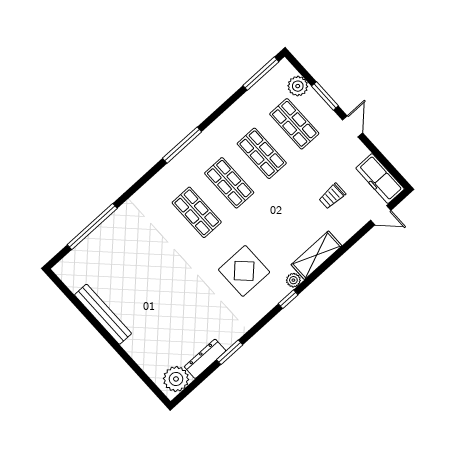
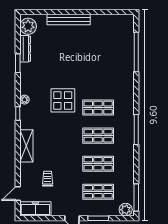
plant: (298, 86) -> (126, 210), moved
display table: (244, 271) -> (63, 100), moved
plant: (293, 280) -> (24, 100), moved
bench: (103, 314) -> (69, 20), moved

